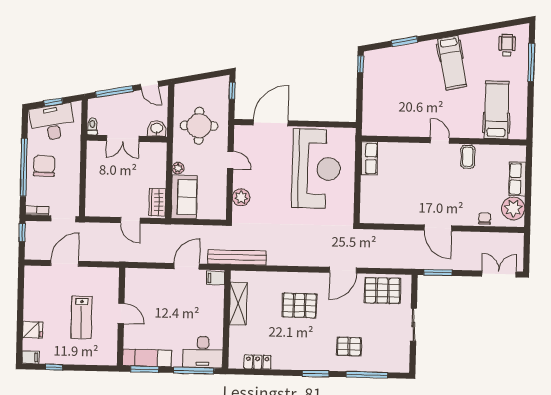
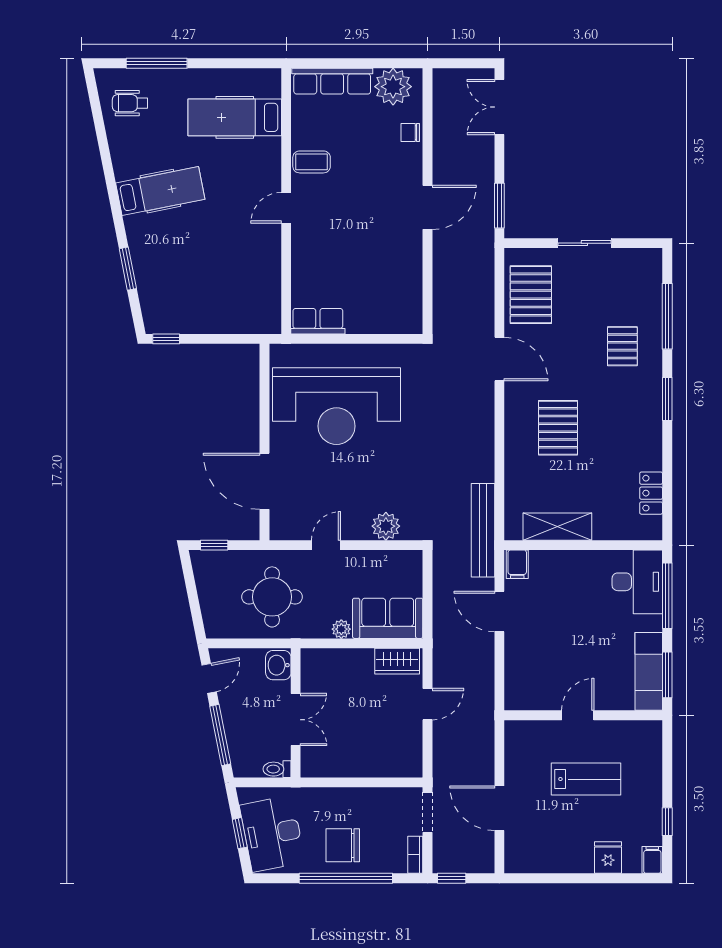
reception desk: (316, 169) -> (337, 406), turned 180
row of seats: (517, 179) -> (332, 81), width x1.48

